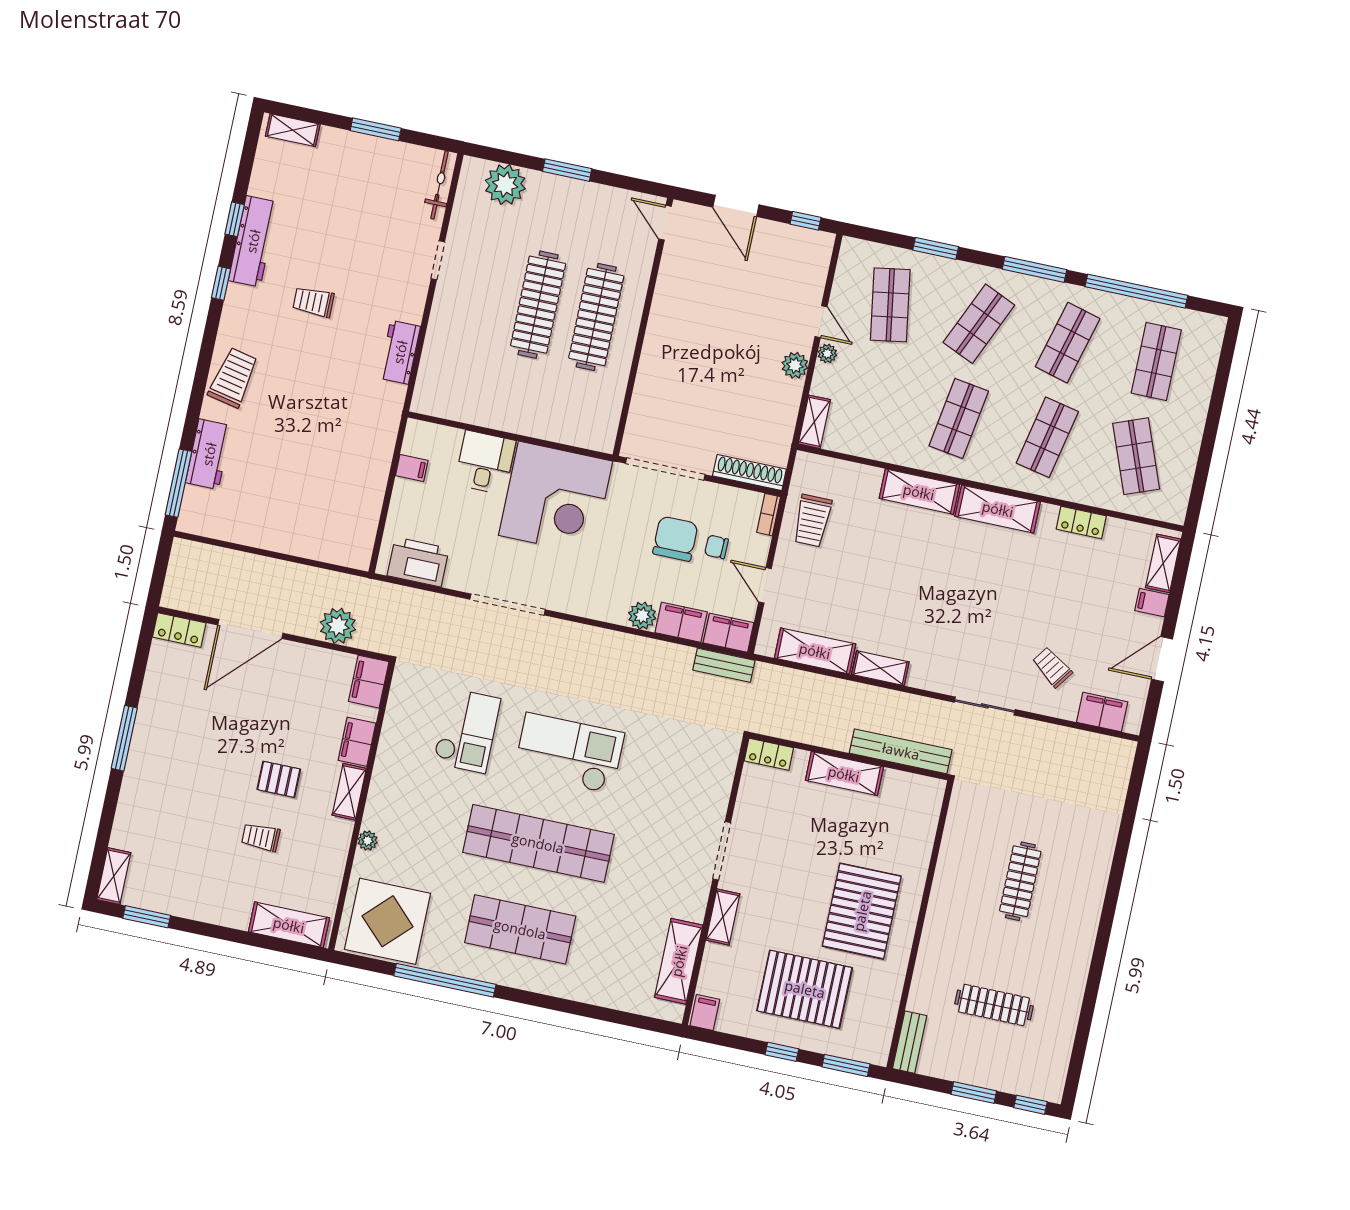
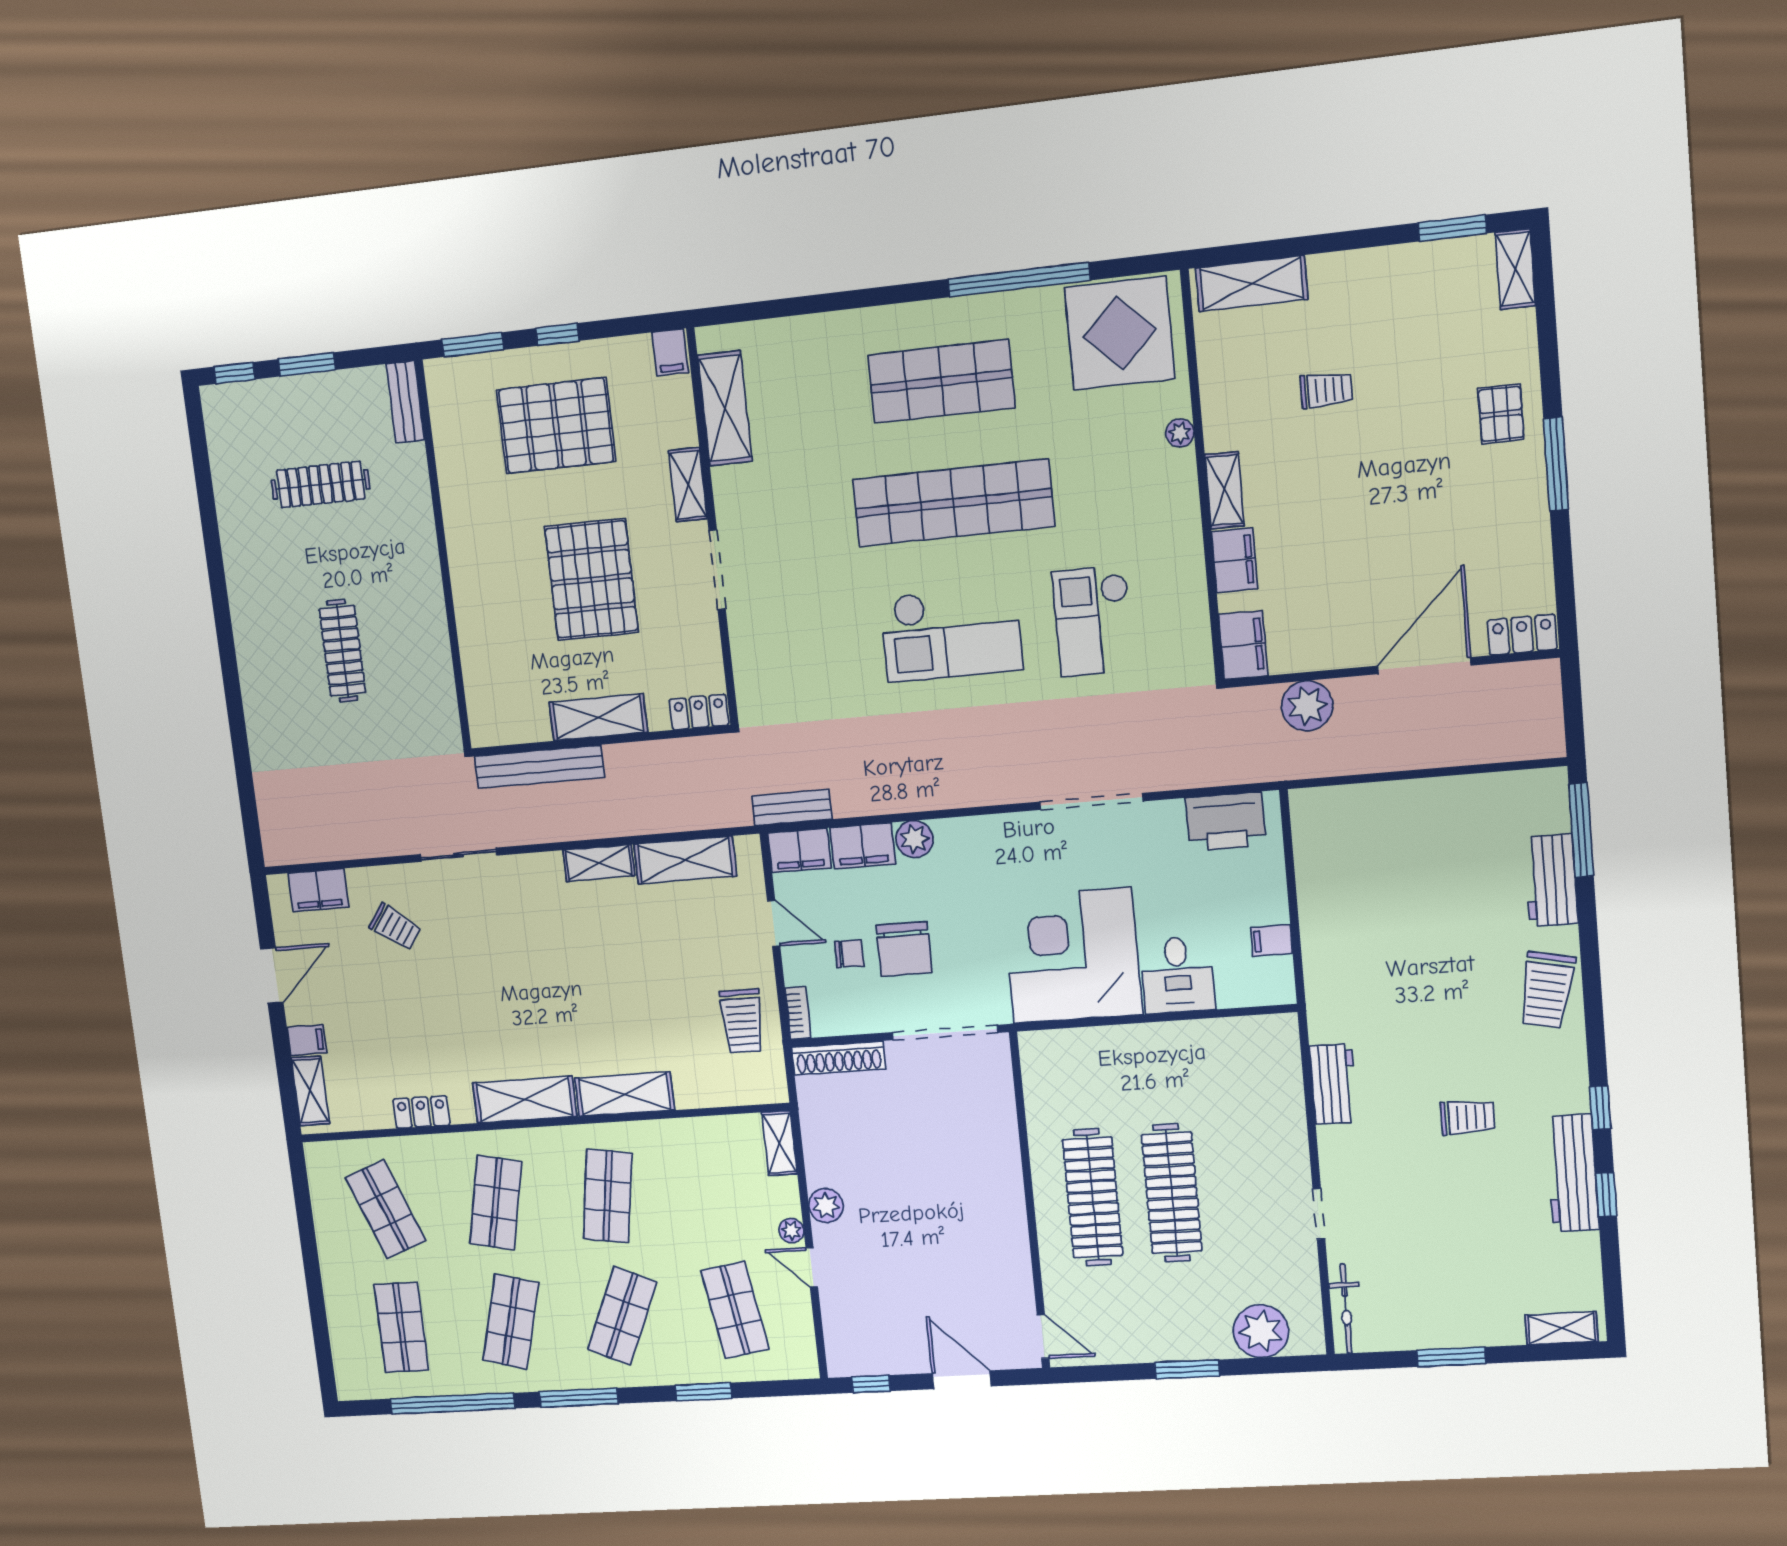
trolley: (812, 521) -> (742, 1021), turned 180
pallet: (279, 779) -> (1501, 414), moved, turned 90
pallet: (862, 911) -> (591, 580), moved

